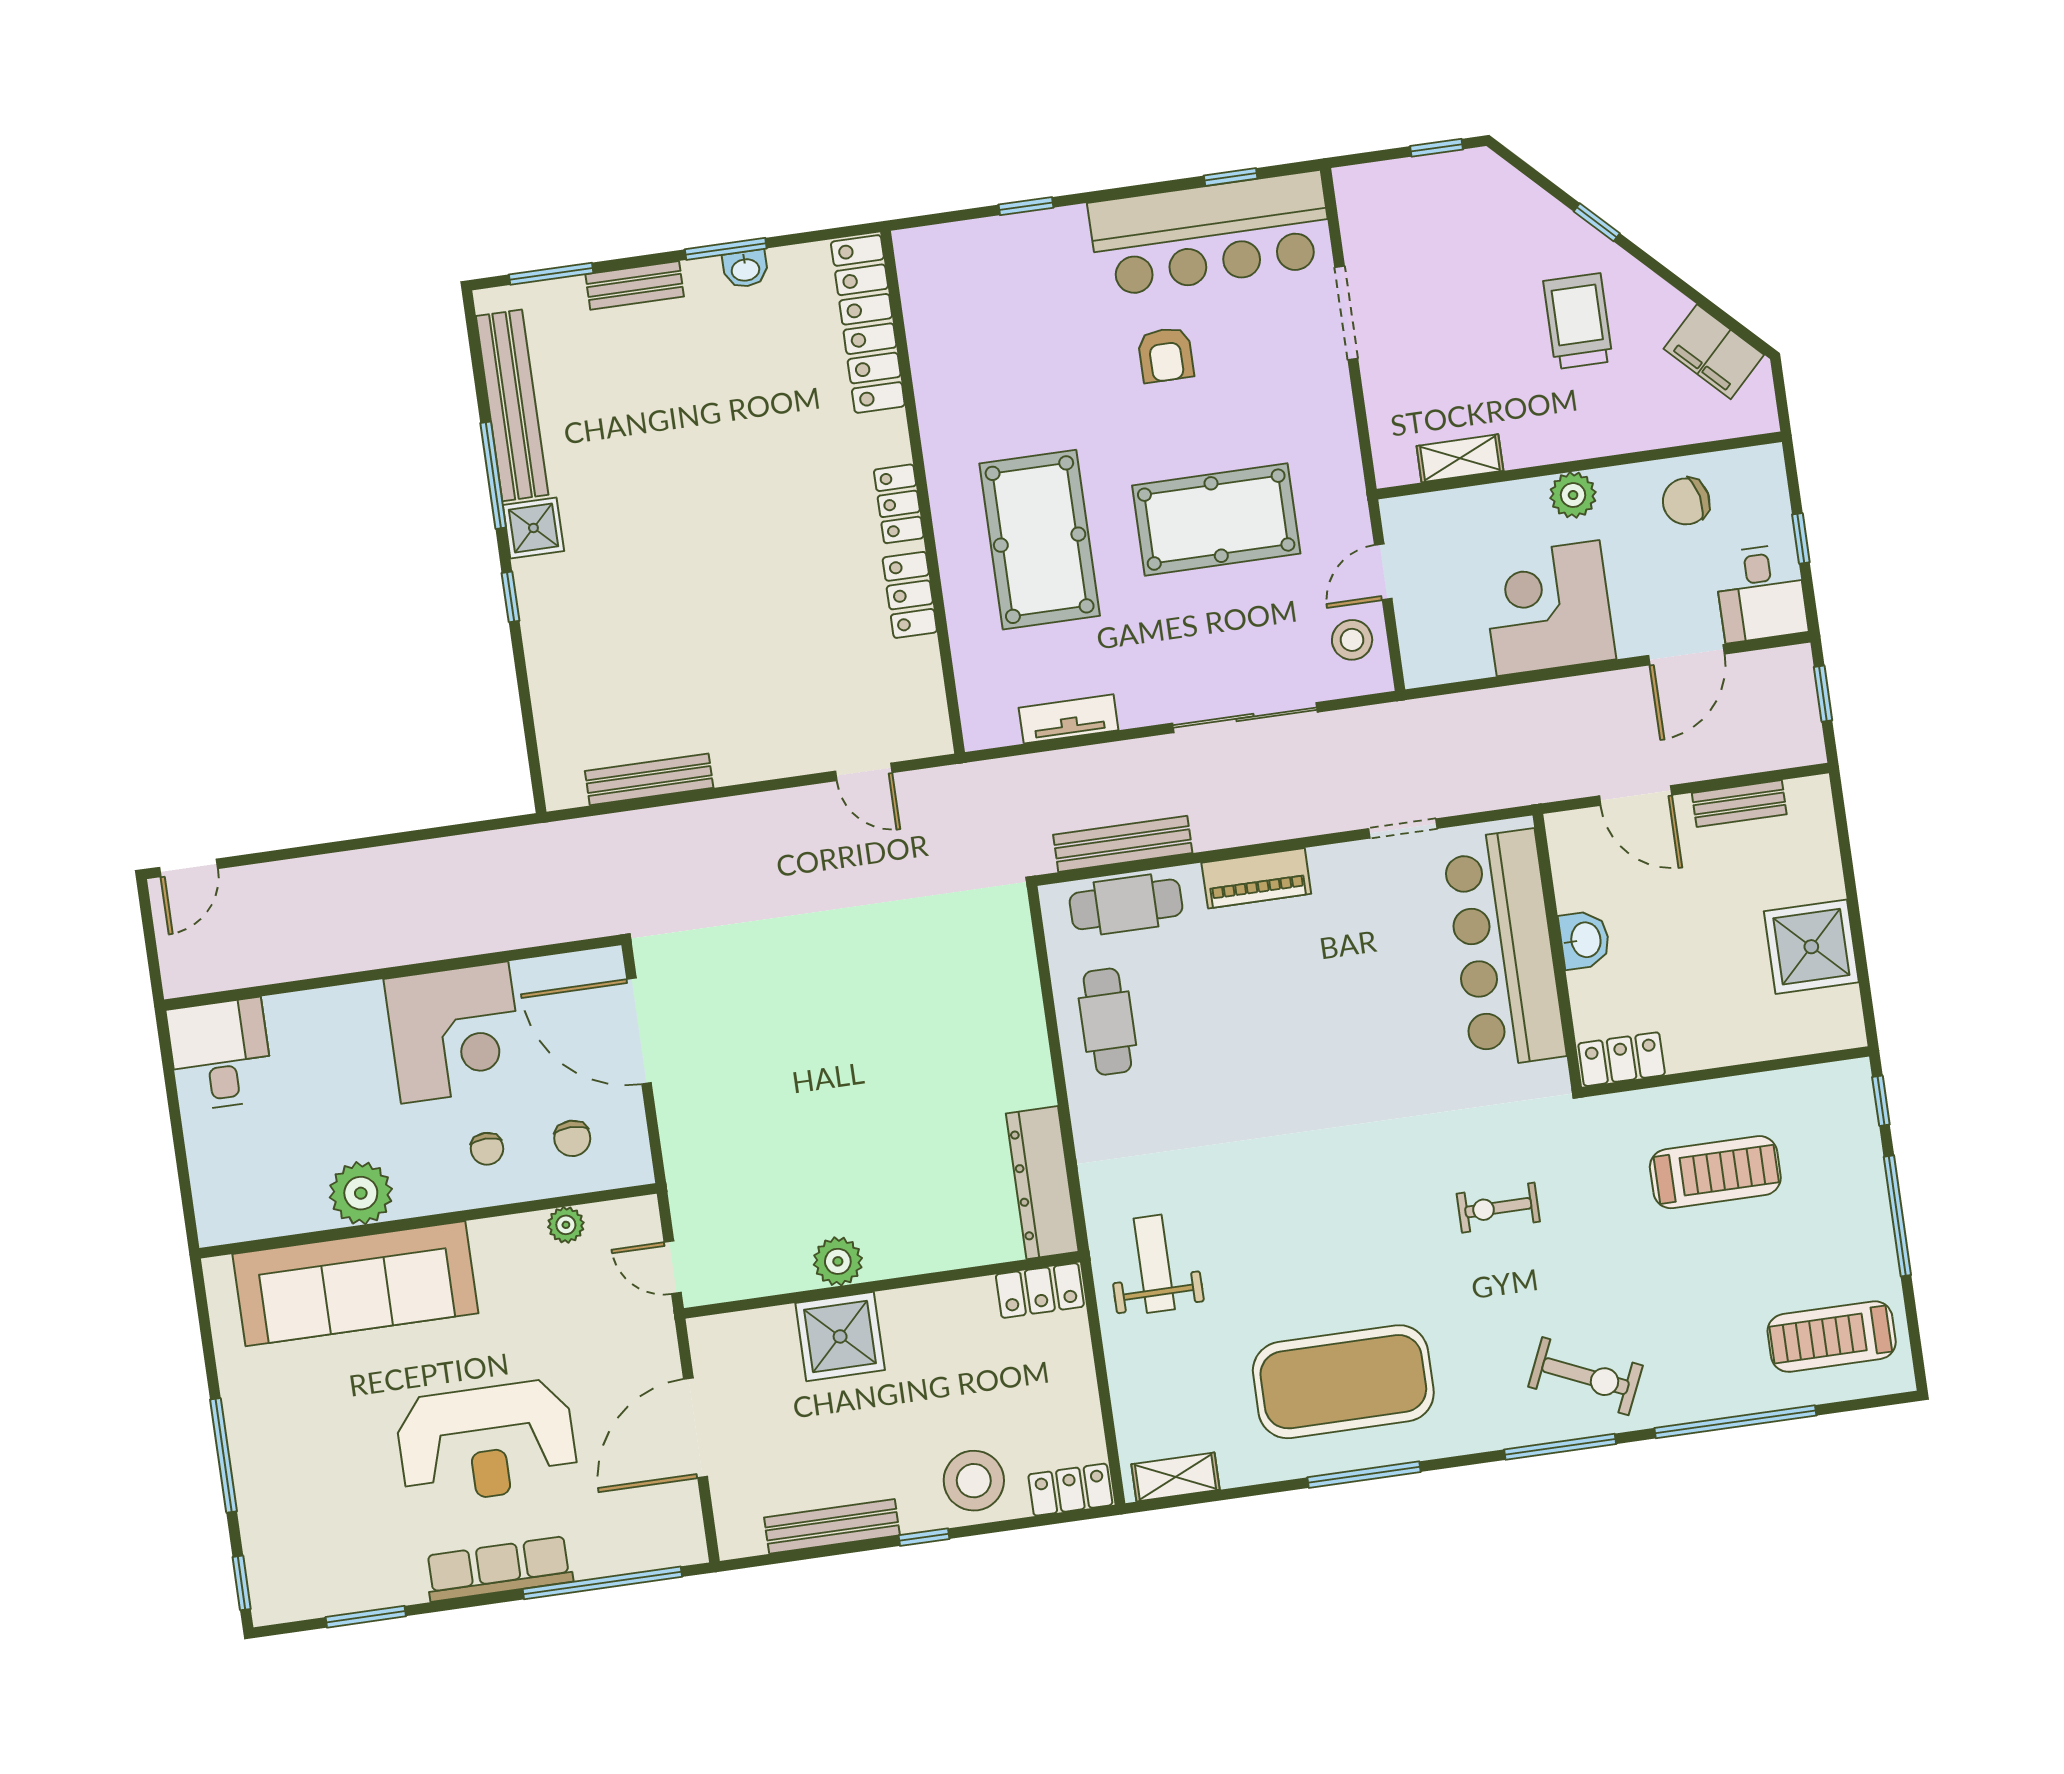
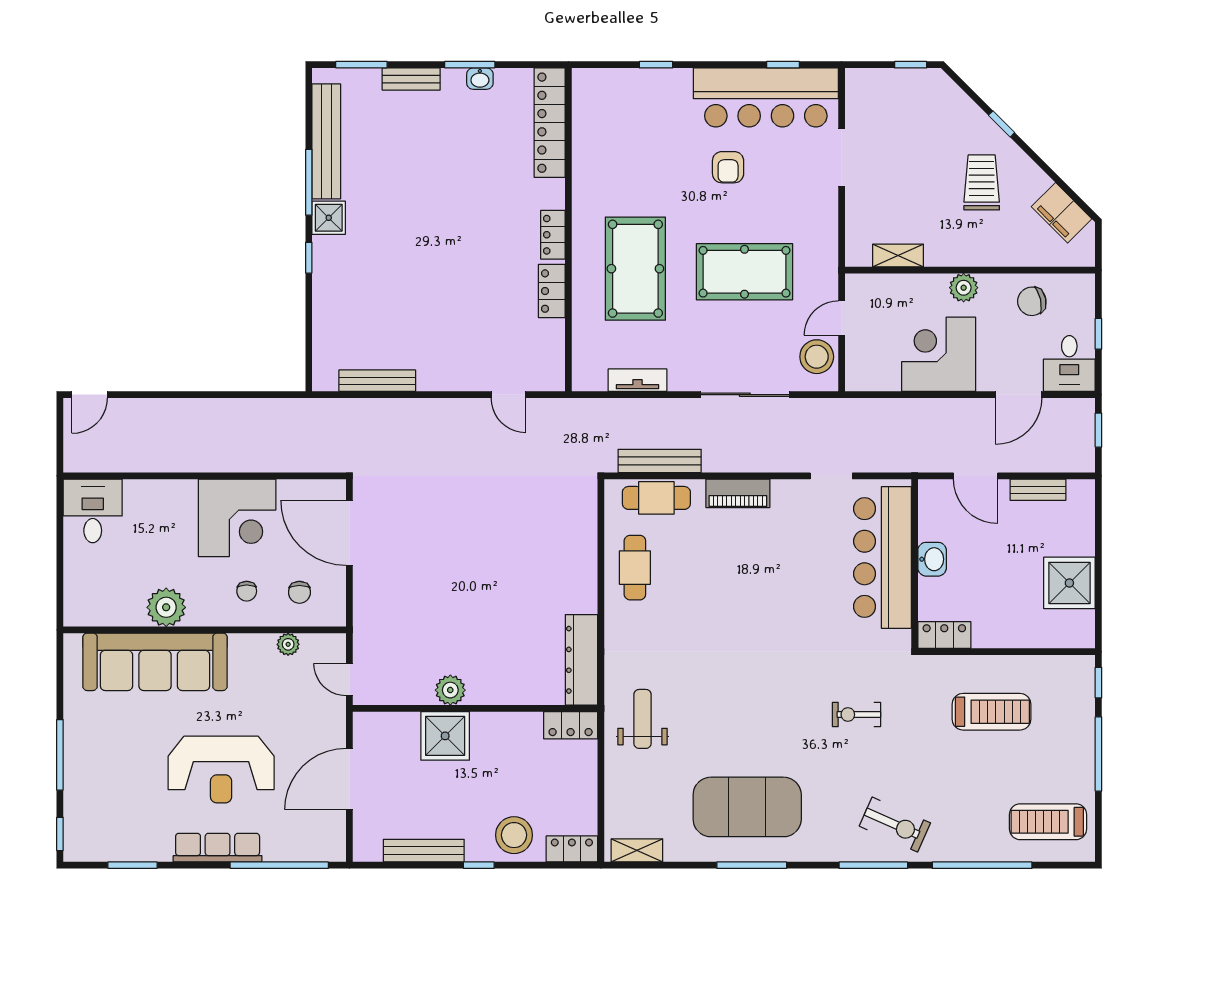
stool: (1352, 640) -> (817, 357), width x1.38, depth x1.38

